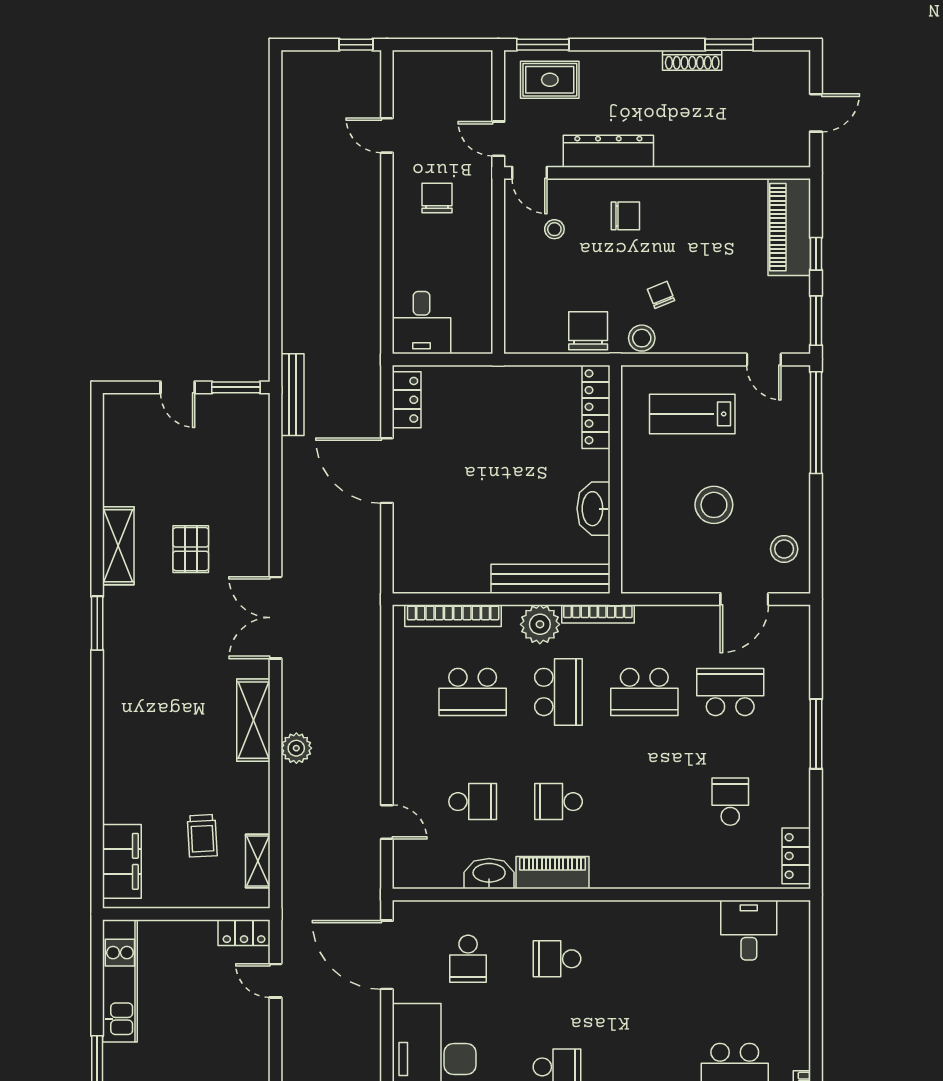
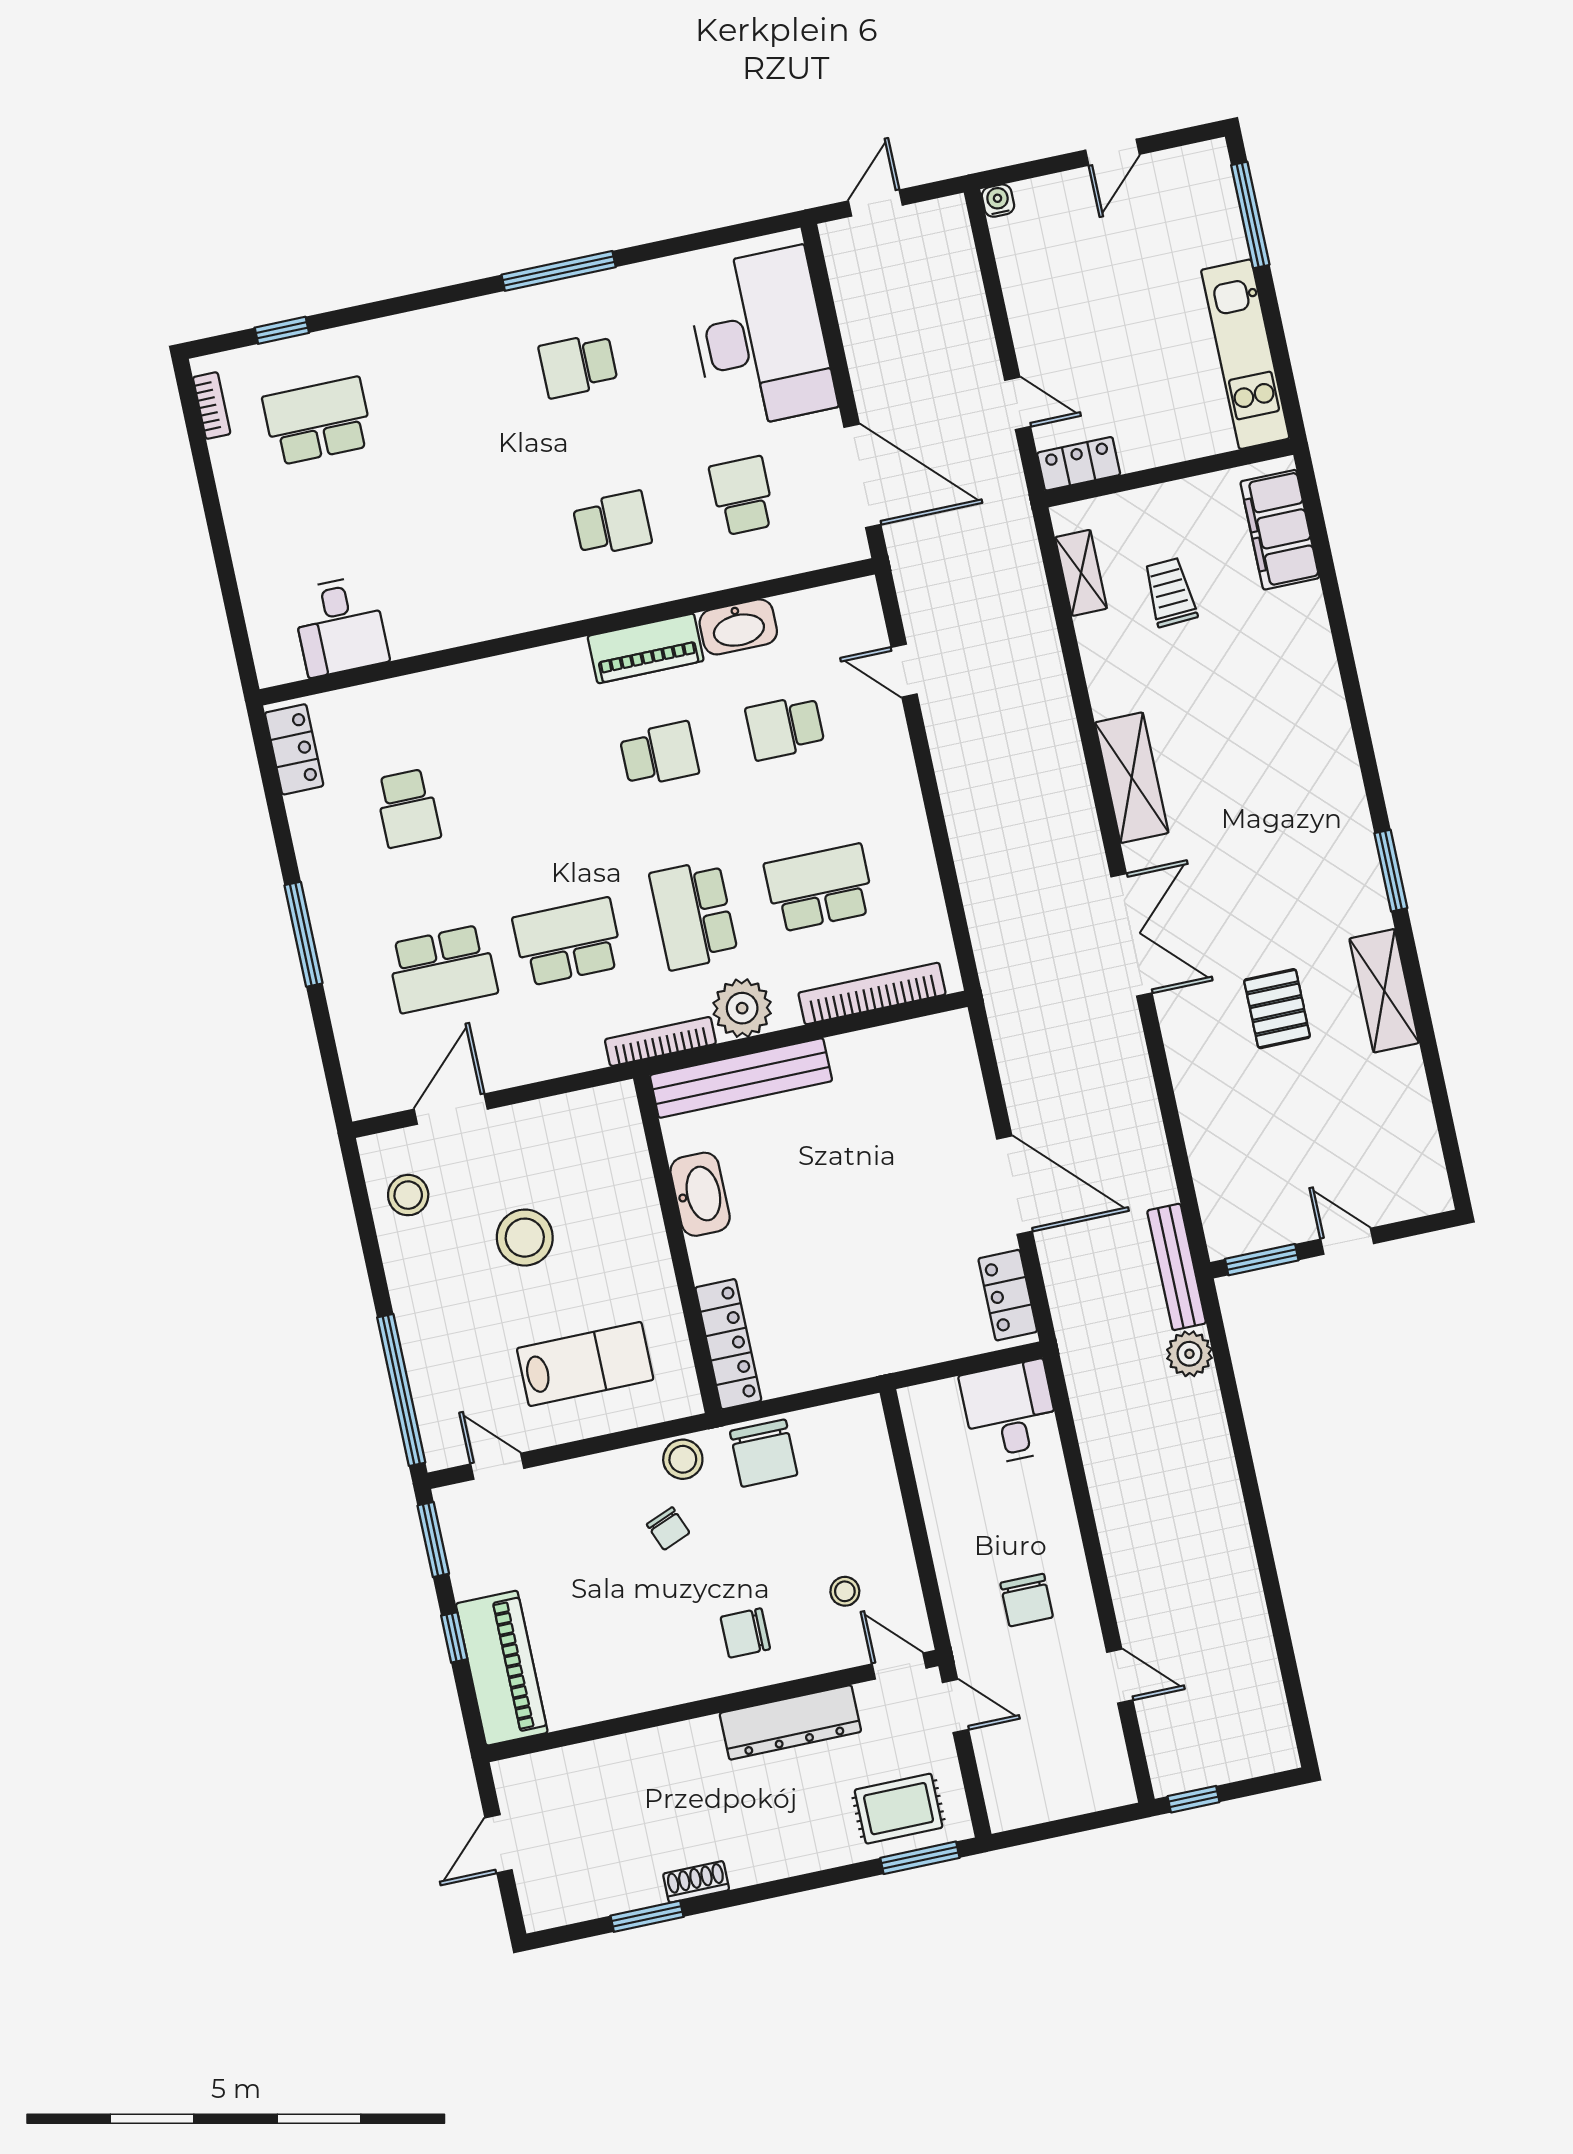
shoe rack: (692, 60) -> (696, 1882), width x0.70
plant: (296, 748) -> (1189, 1354), moved

